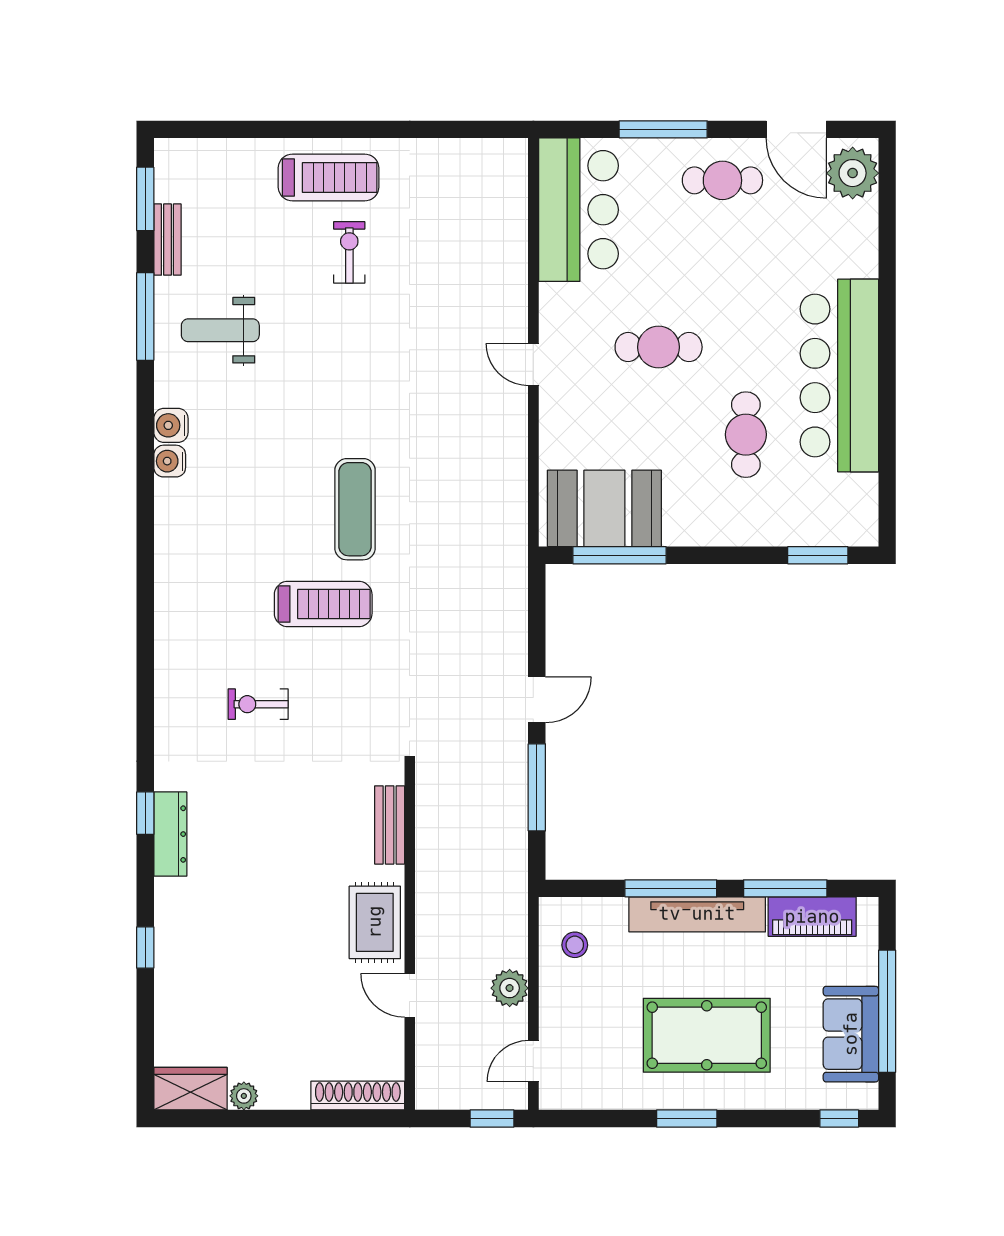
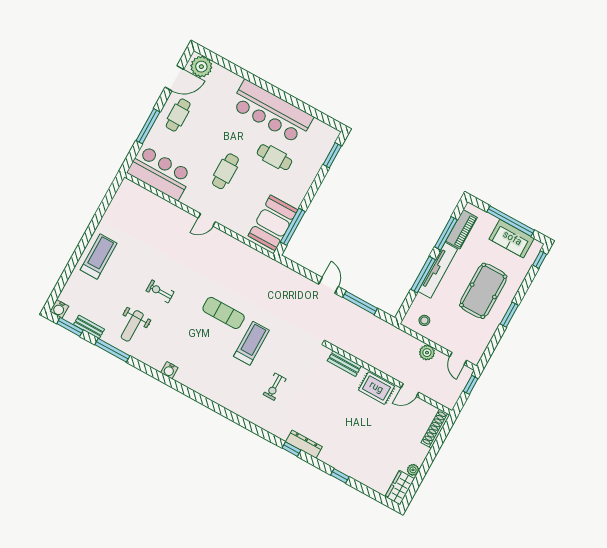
exercise bike: (349, 252) -> (160, 291), moved
water cooler: (171, 425) -> (59, 309), moved

